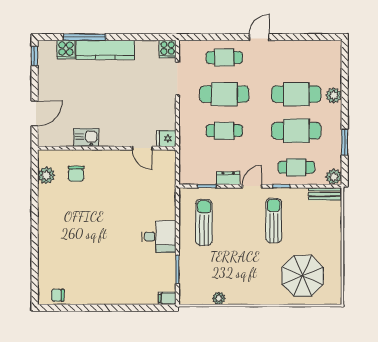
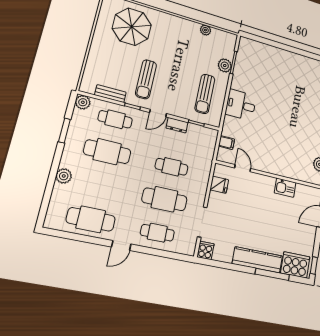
cooker: (66, 50) -> (295, 265), width x1.87, depth x1.31
cafe table: (296, 94) -> (91, 219), moved
fridge: (166, 139) -> (219, 185), moved
chair: (76, 174) -> (298, 160), removed
bench: (325, 194) -> (110, 94), moved
desk: (159, 237) -> (241, 105), moved
plant: (187, 263) -> (225, 65), added
filing cabinet: (167, 298) -> (226, 143), moved

